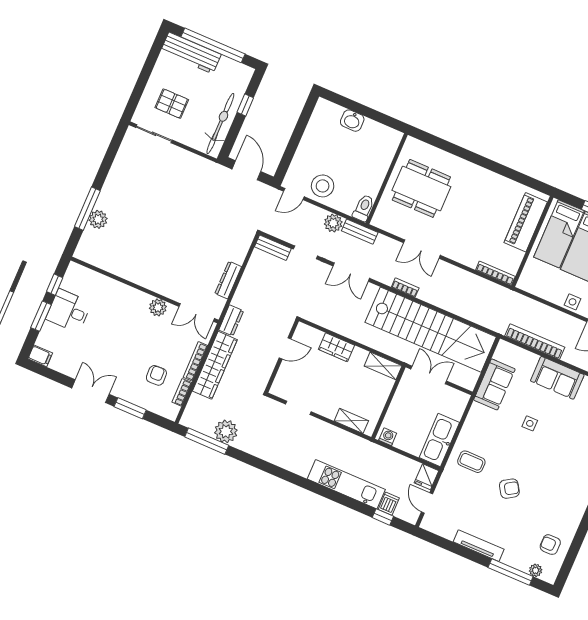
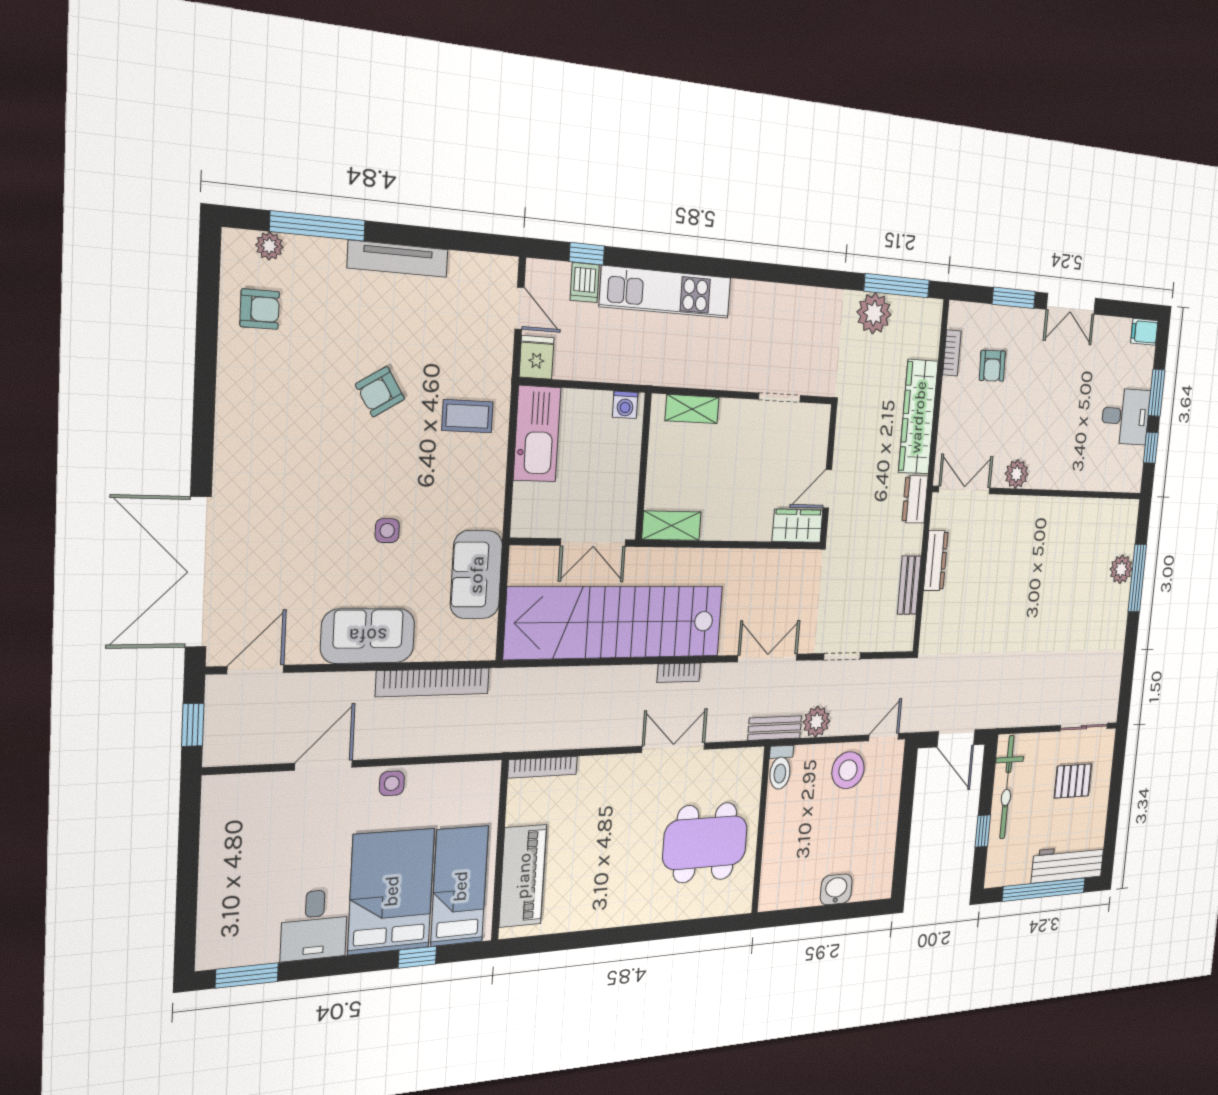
bench: (273, 248) -> (909, 585), moved, turned 90
wardrobe: (336, 347) -> (798, 526), moved
bookcase: (195, 361) -> (946, 411), removed

